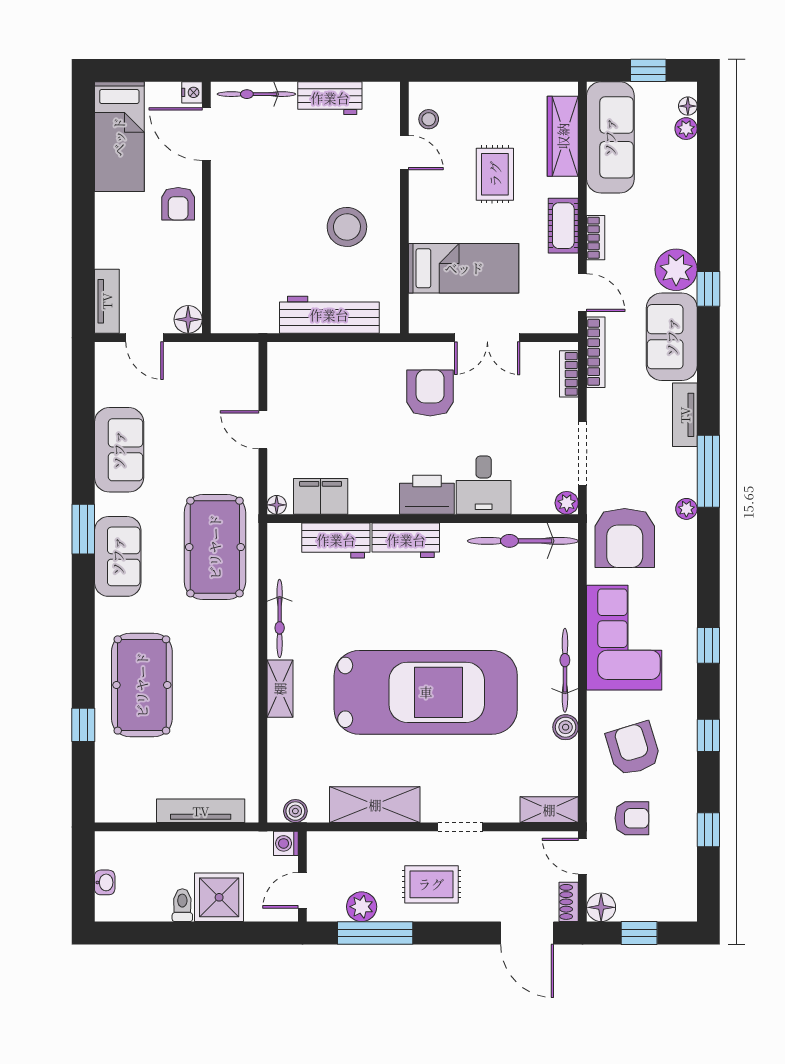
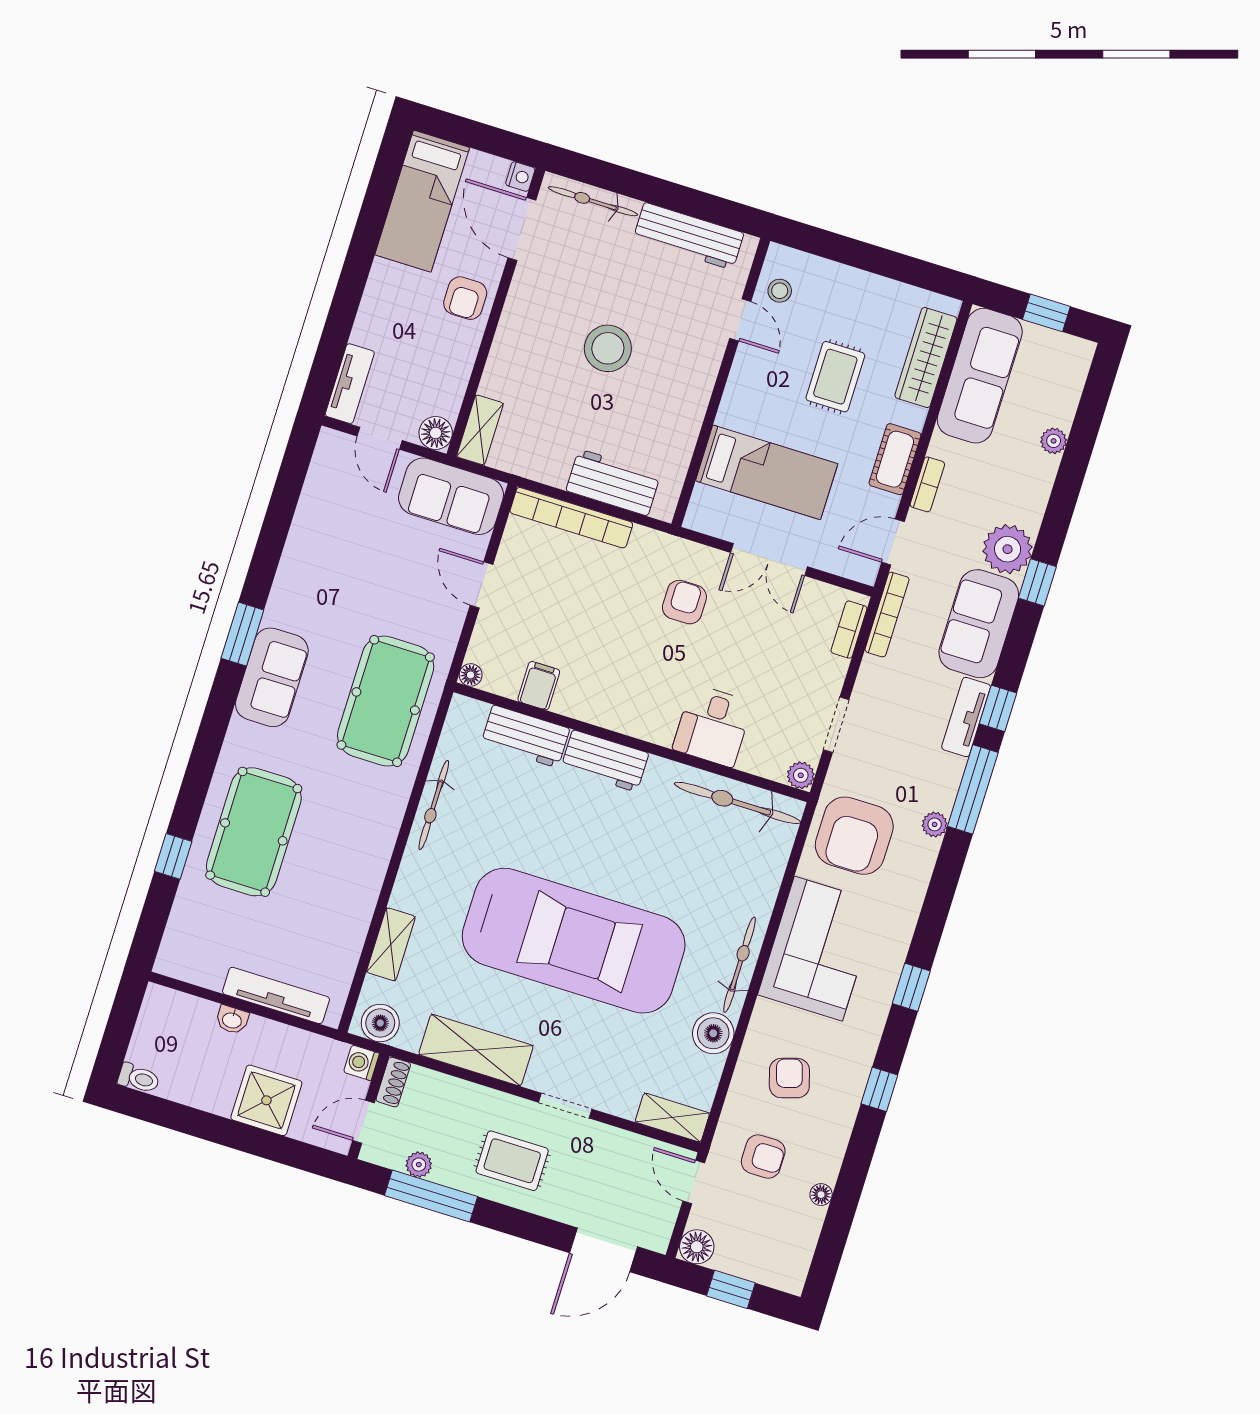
workbench: (330, 98) -> (688, 236), width x1.38
floor lamp: (688, 106) -> (821, 1195), moved
plant: (686, 129) -> (1054, 441), moved
stool: (347, 227) -> (608, 348), moved
door: (582, 293) -> (893, 542), swing flipped
shelving: (223, 306) -> (480, 430), added
workbench: (329, 315) -> (613, 482), width x0.73
bookcase: (318, 353) -> (571, 518), added
armchair: (430, 393) -> (684, 602), width x0.72, depth x0.72
sofa: (119, 450) -> (451, 496), moved, turned 90
doorway: (582, 453) -> (836, 725), width x0.73
printer: (427, 495) -> (645, 717), removed
filing cabinet: (321, 496) -> (539, 686), width x0.50
shelving: (280, 689) -> (391, 944), moved
boiler: (566, 727) -> (713, 1033), width x1.36, depth x1.36
armchair: (633, 749) -> (789, 1078), width x0.72, depth x0.72
boiler: (295, 811) -> (380, 1023), width x1.36, depth x1.36
window: (708, 830) -> (998, 708), moved
washbasin: (105, 882) -> (232, 1020), moved, turned 90
shoe rack: (569, 902) -> (393, 1082), moved, turned 180
toilet: (182, 905) -> (139, 1078), moved, turned 90
plant: (362, 907) -> (419, 1165), width x0.73, depth x0.73
door: (527, 933) -> (604, 1250), hinge flipped

